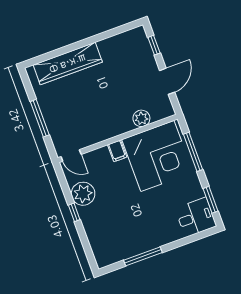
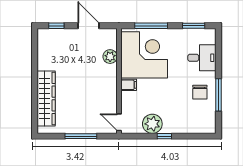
door: (71, 155) -> (119, 122), swing flipped
desk: (196, 217) -> (202, 58), moved, turned 90
chair: (138, 234) -> (200, 92), added

